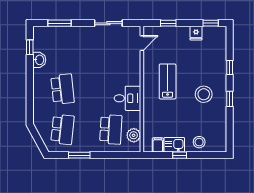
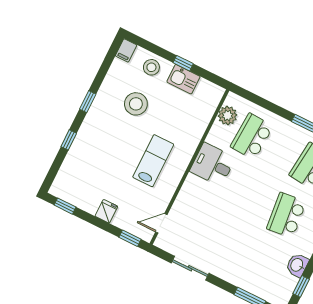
window: (168, 23) -> (130, 238), moved
fridge: (196, 33) -> (106, 211), moved
lab bench: (168, 81) -> (153, 161), turned 180
stool: (204, 94) -> (136, 104), moved
filing cabinet: (158, 145) -> (126, 50), moved

